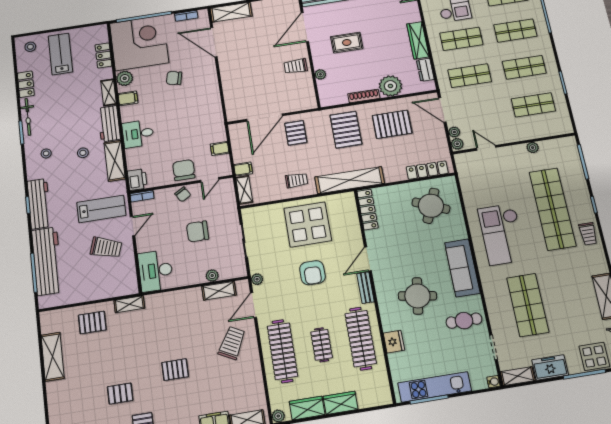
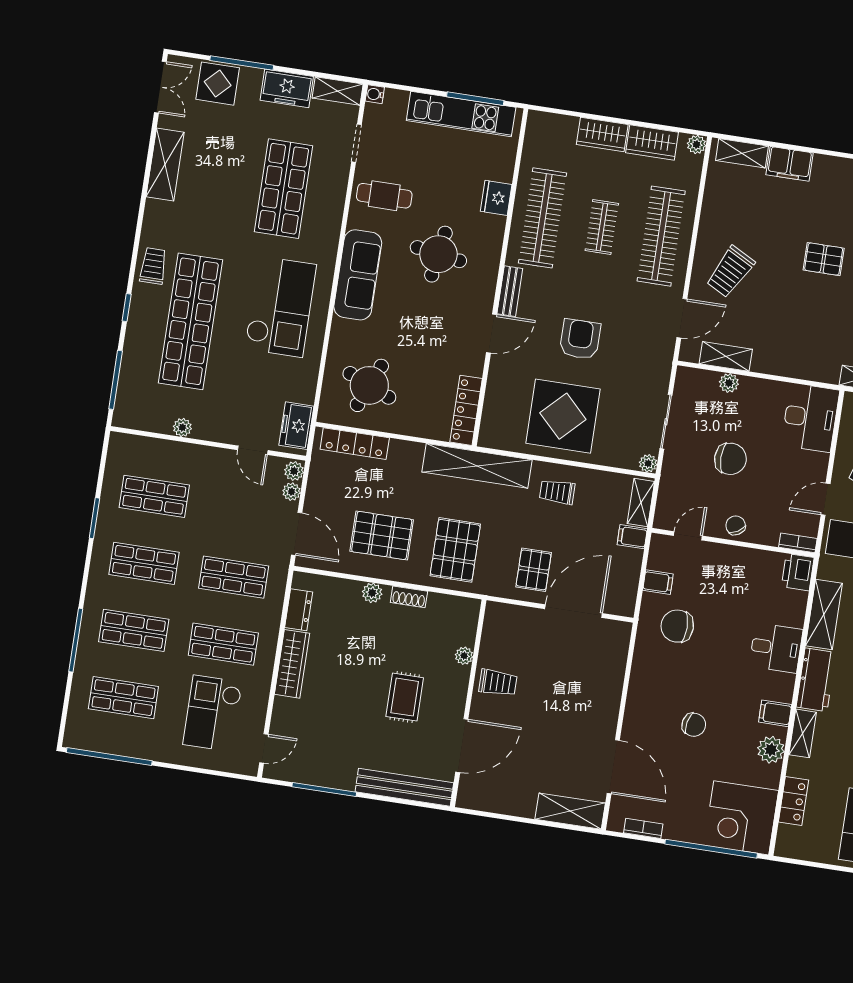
corner desk: (139, 43) -> (741, 818), width x0.74, depth x0.74
rug: (347, 43) -> (405, 697), turned 90
plant: (390, 86) -> (372, 593), width x0.53, depth x0.53
shoe rack: (364, 96) -> (409, 597), width x0.70
freezer: (466, 169) -> (296, 426), added
chair: (184, 170) -> (677, 626), moved, turned 90
plant: (257, 279) -> (648, 463), moved

